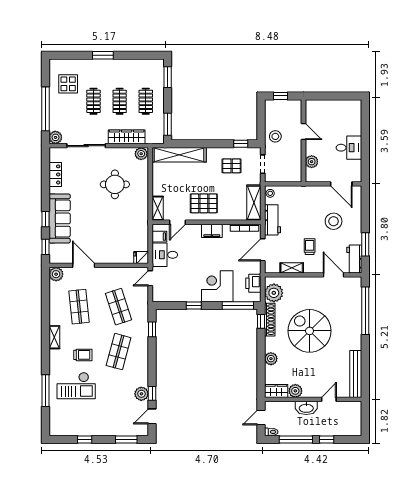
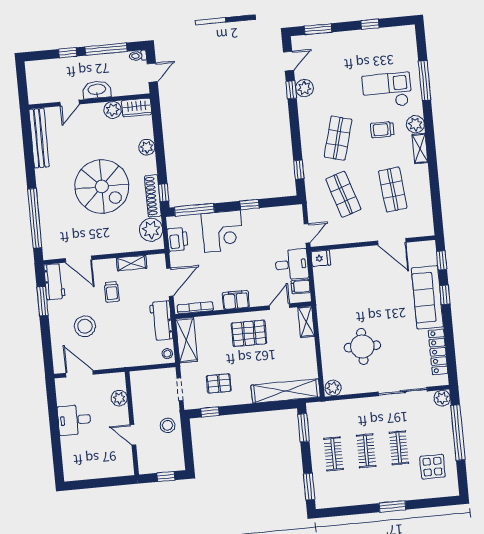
wardrobe: (127, 137) -> (353, 407), removed
locker: (55, 174) -> (438, 352), width x1.53
plant: (56, 274) -> (415, 124), moved

